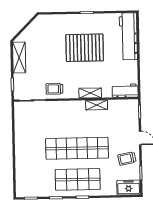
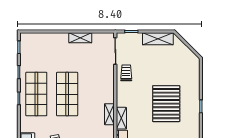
shelving: (90, 93) -> (121, 118), moved
shelving: (20, 136) -> (80, 38), added
shop shelf: (77, 148) -> (67, 94), width x0.71

